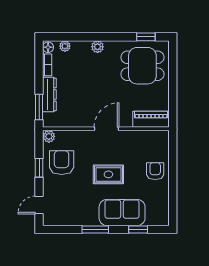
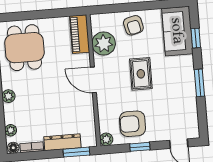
plant: (140, 141) -> (104, 43), added
armchair: (155, 171) -> (133, 25), turned -103
sofa: (122, 213) -> (177, 31), moved

